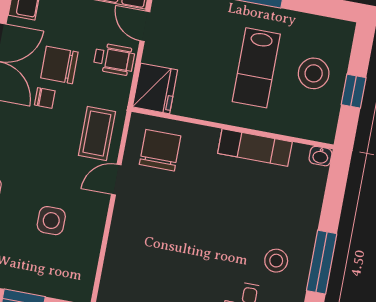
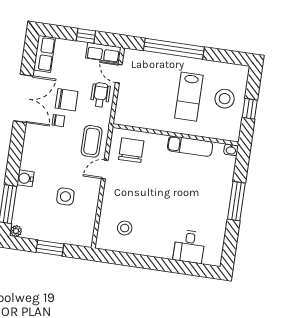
wheelchair: (114, 59) -> (100, 95), turned -90
chair: (59, 65) -> (67, 100), turned 180
fridge: (155, 88) -> (127, 112), removed
stool: (276, 261) -> (125, 228), moved
window: (322, 262) -> (236, 201), moved

